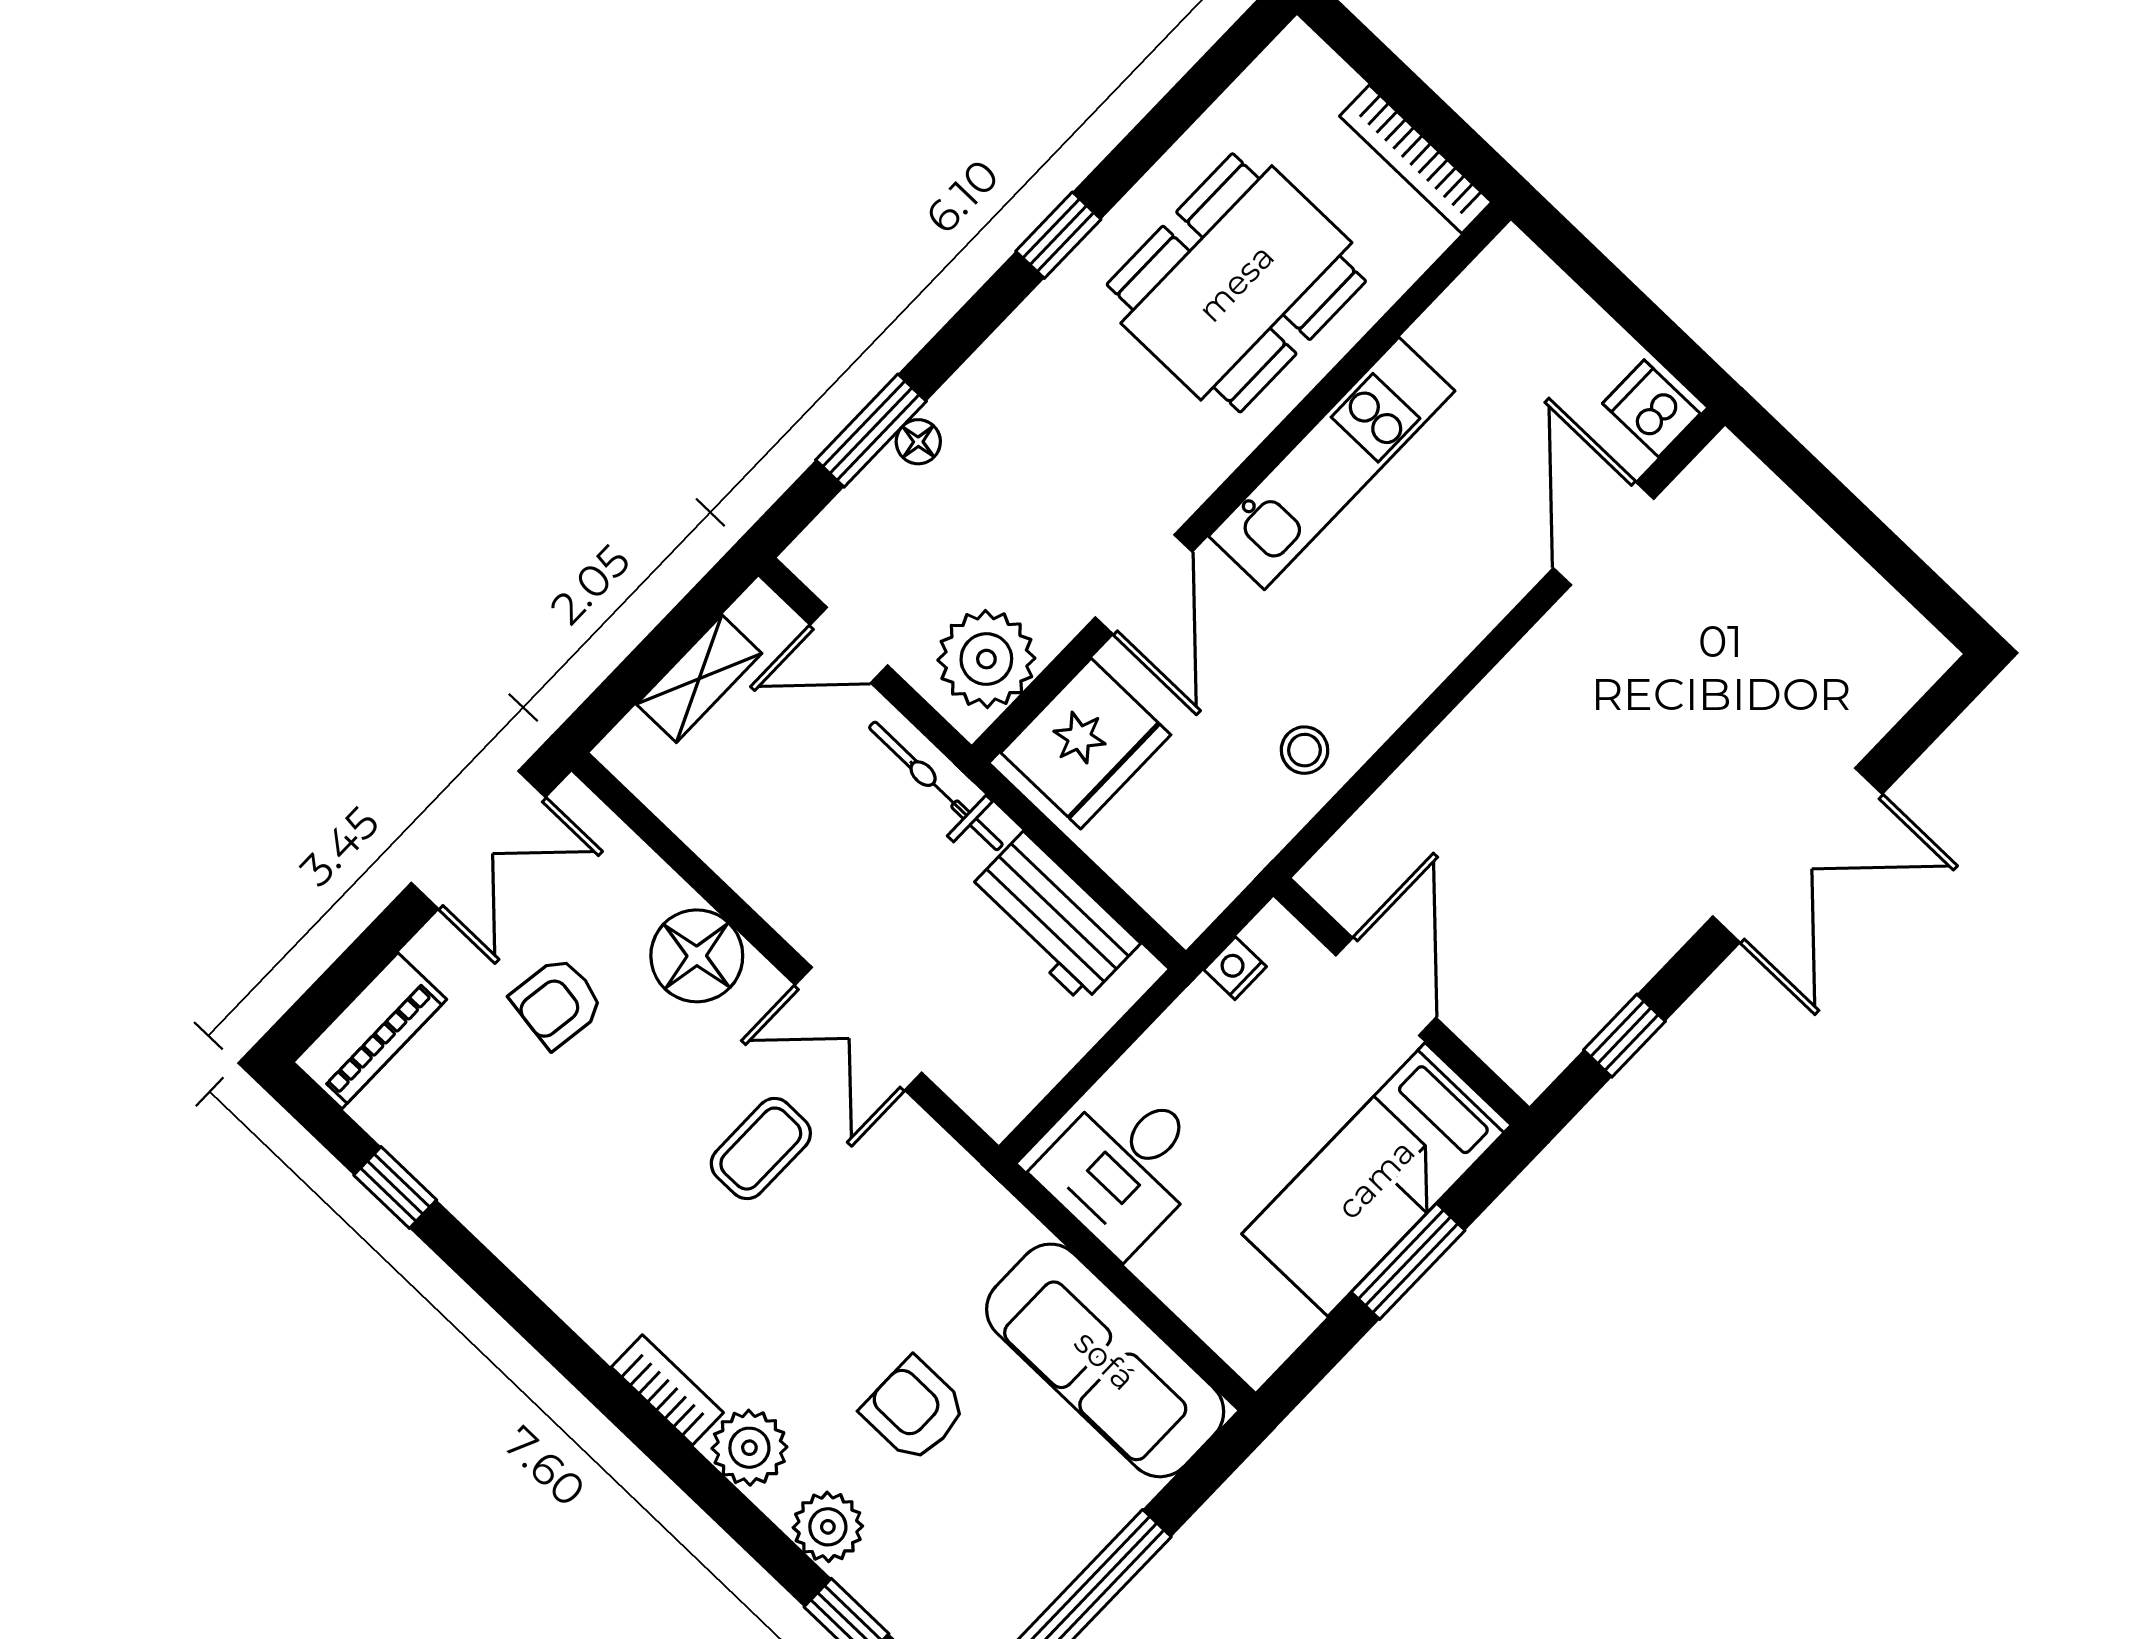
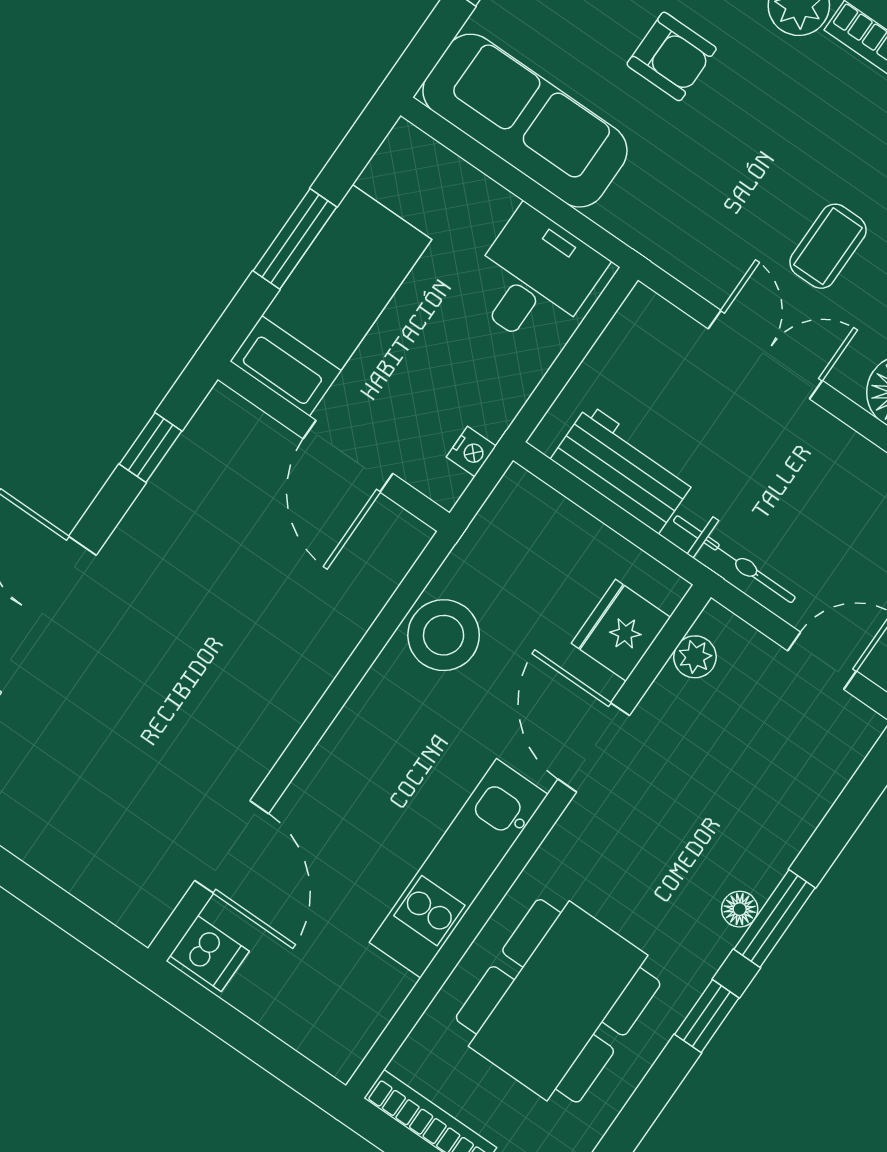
window: (871, 431) -> (774, 918), moved
floor lamp: (918, 442) -> (740, 909), moved
plant: (986, 659) -> (695, 657), width x0.53, depth x0.53
fridge: (1086, 744) -> (621, 630), width x0.73, depth x0.75
stool: (1305, 750) -> (444, 635), width x1.89, depth x1.89

